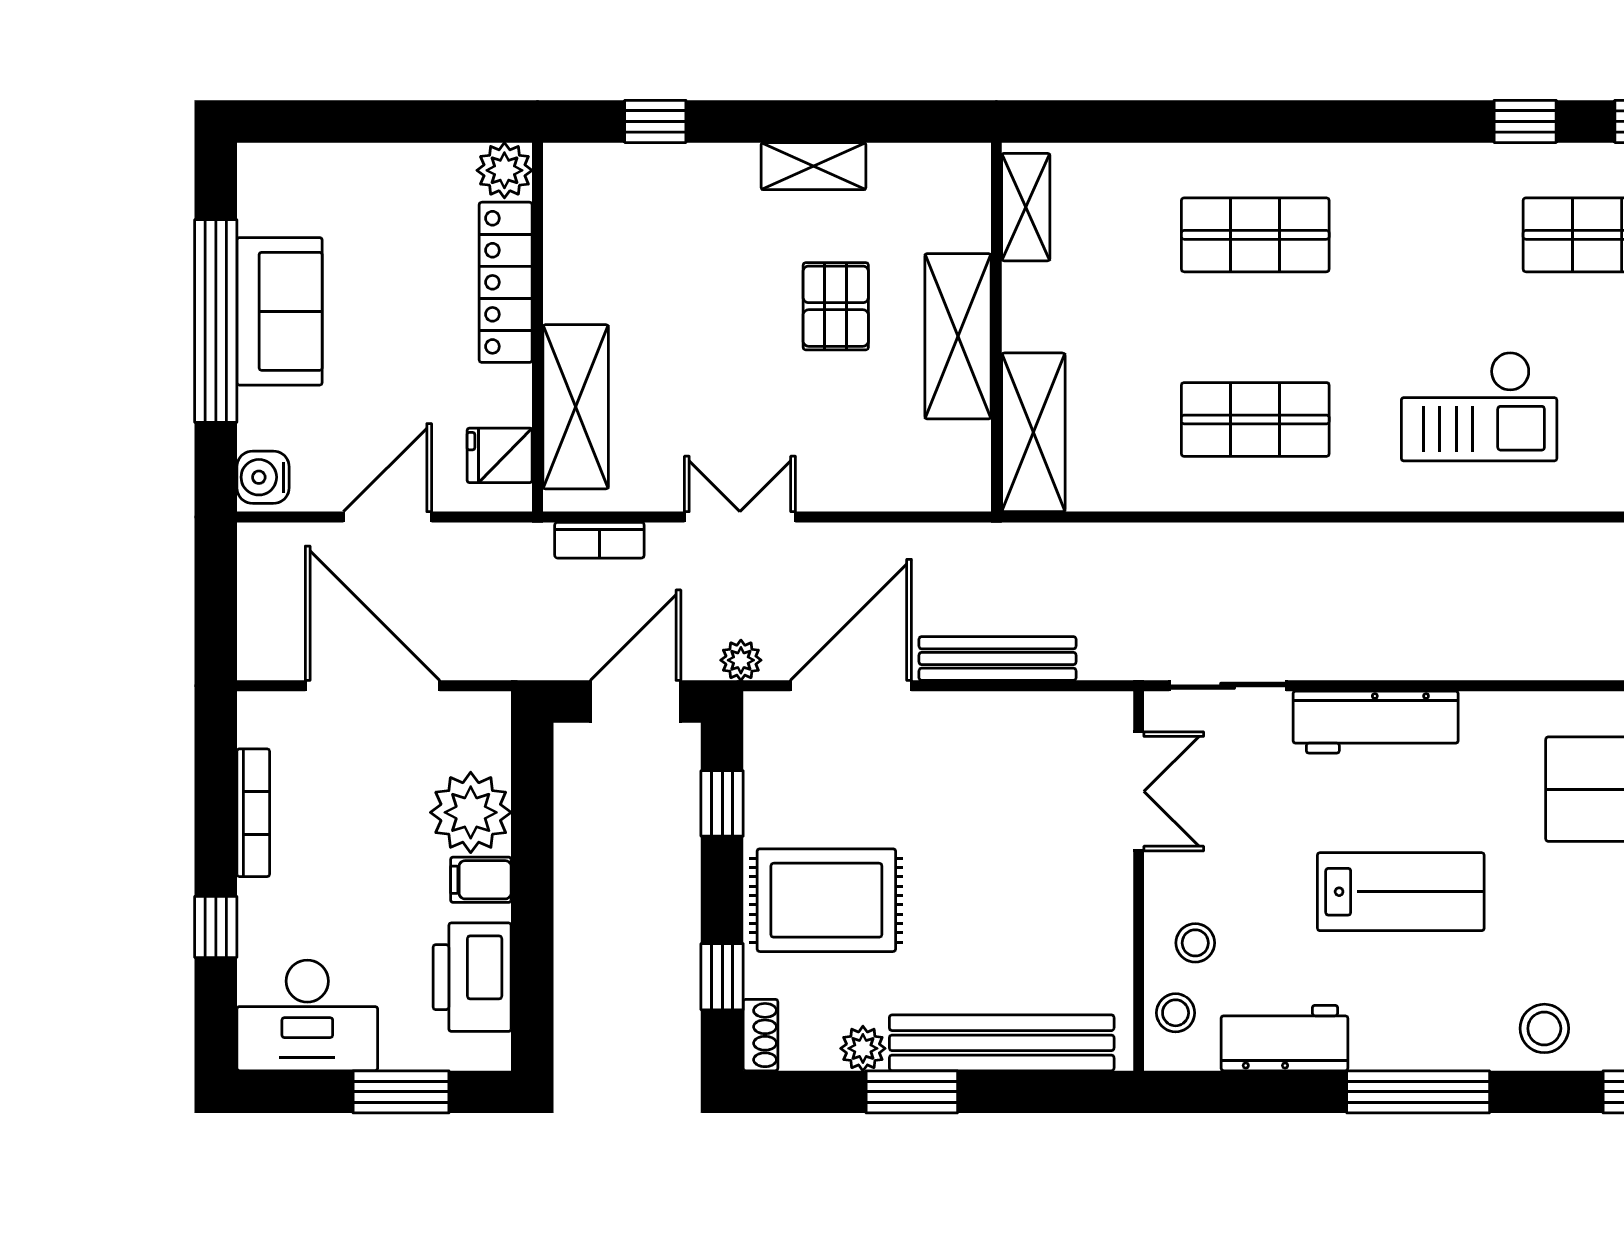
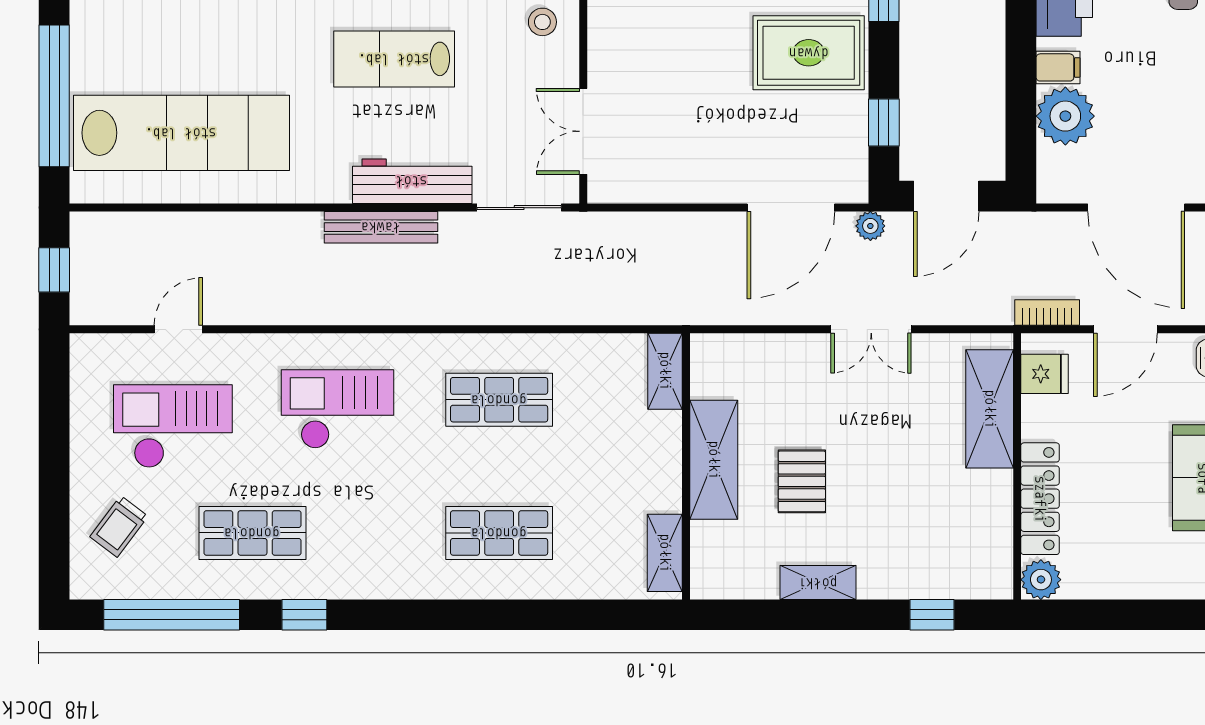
shelving: (1033, 432) -> (665, 371), width x0.67, depth x0.75
bookcase: (599, 540) -> (1047, 313), moved
bench: (998, 659) -> (381, 227), moved

